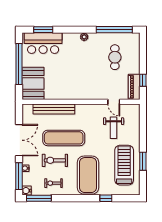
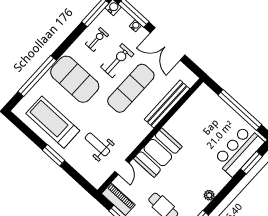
booth: (33, 83) -> (158, 153), moved, turned 90
door: (114, 102) -> (122, 167), swing flipped
window: (143, 161) -> (53, 155), moved
treadmill: (124, 165) -> (53, 122), turned 180
window: (106, 198) -> (37, 76), width x3.17

